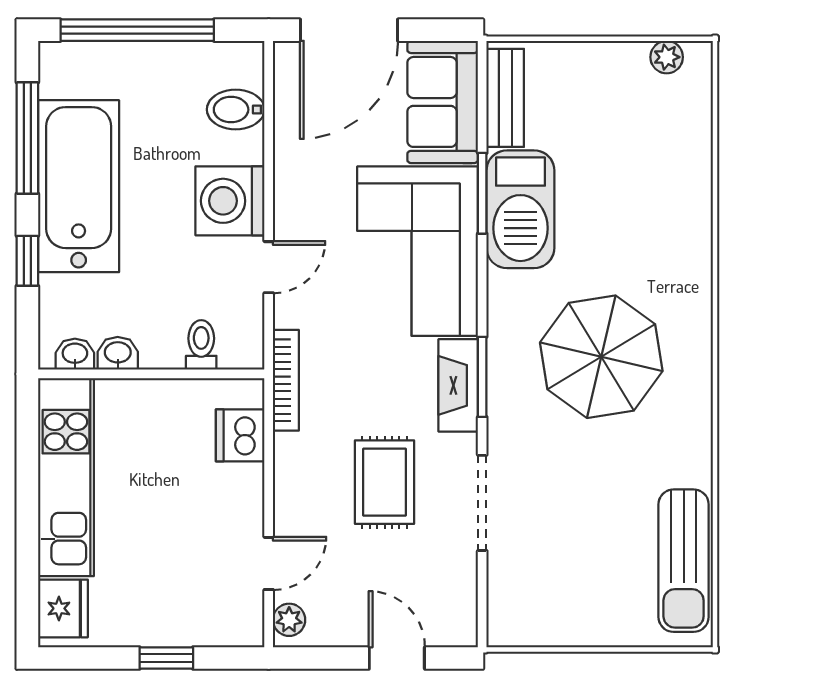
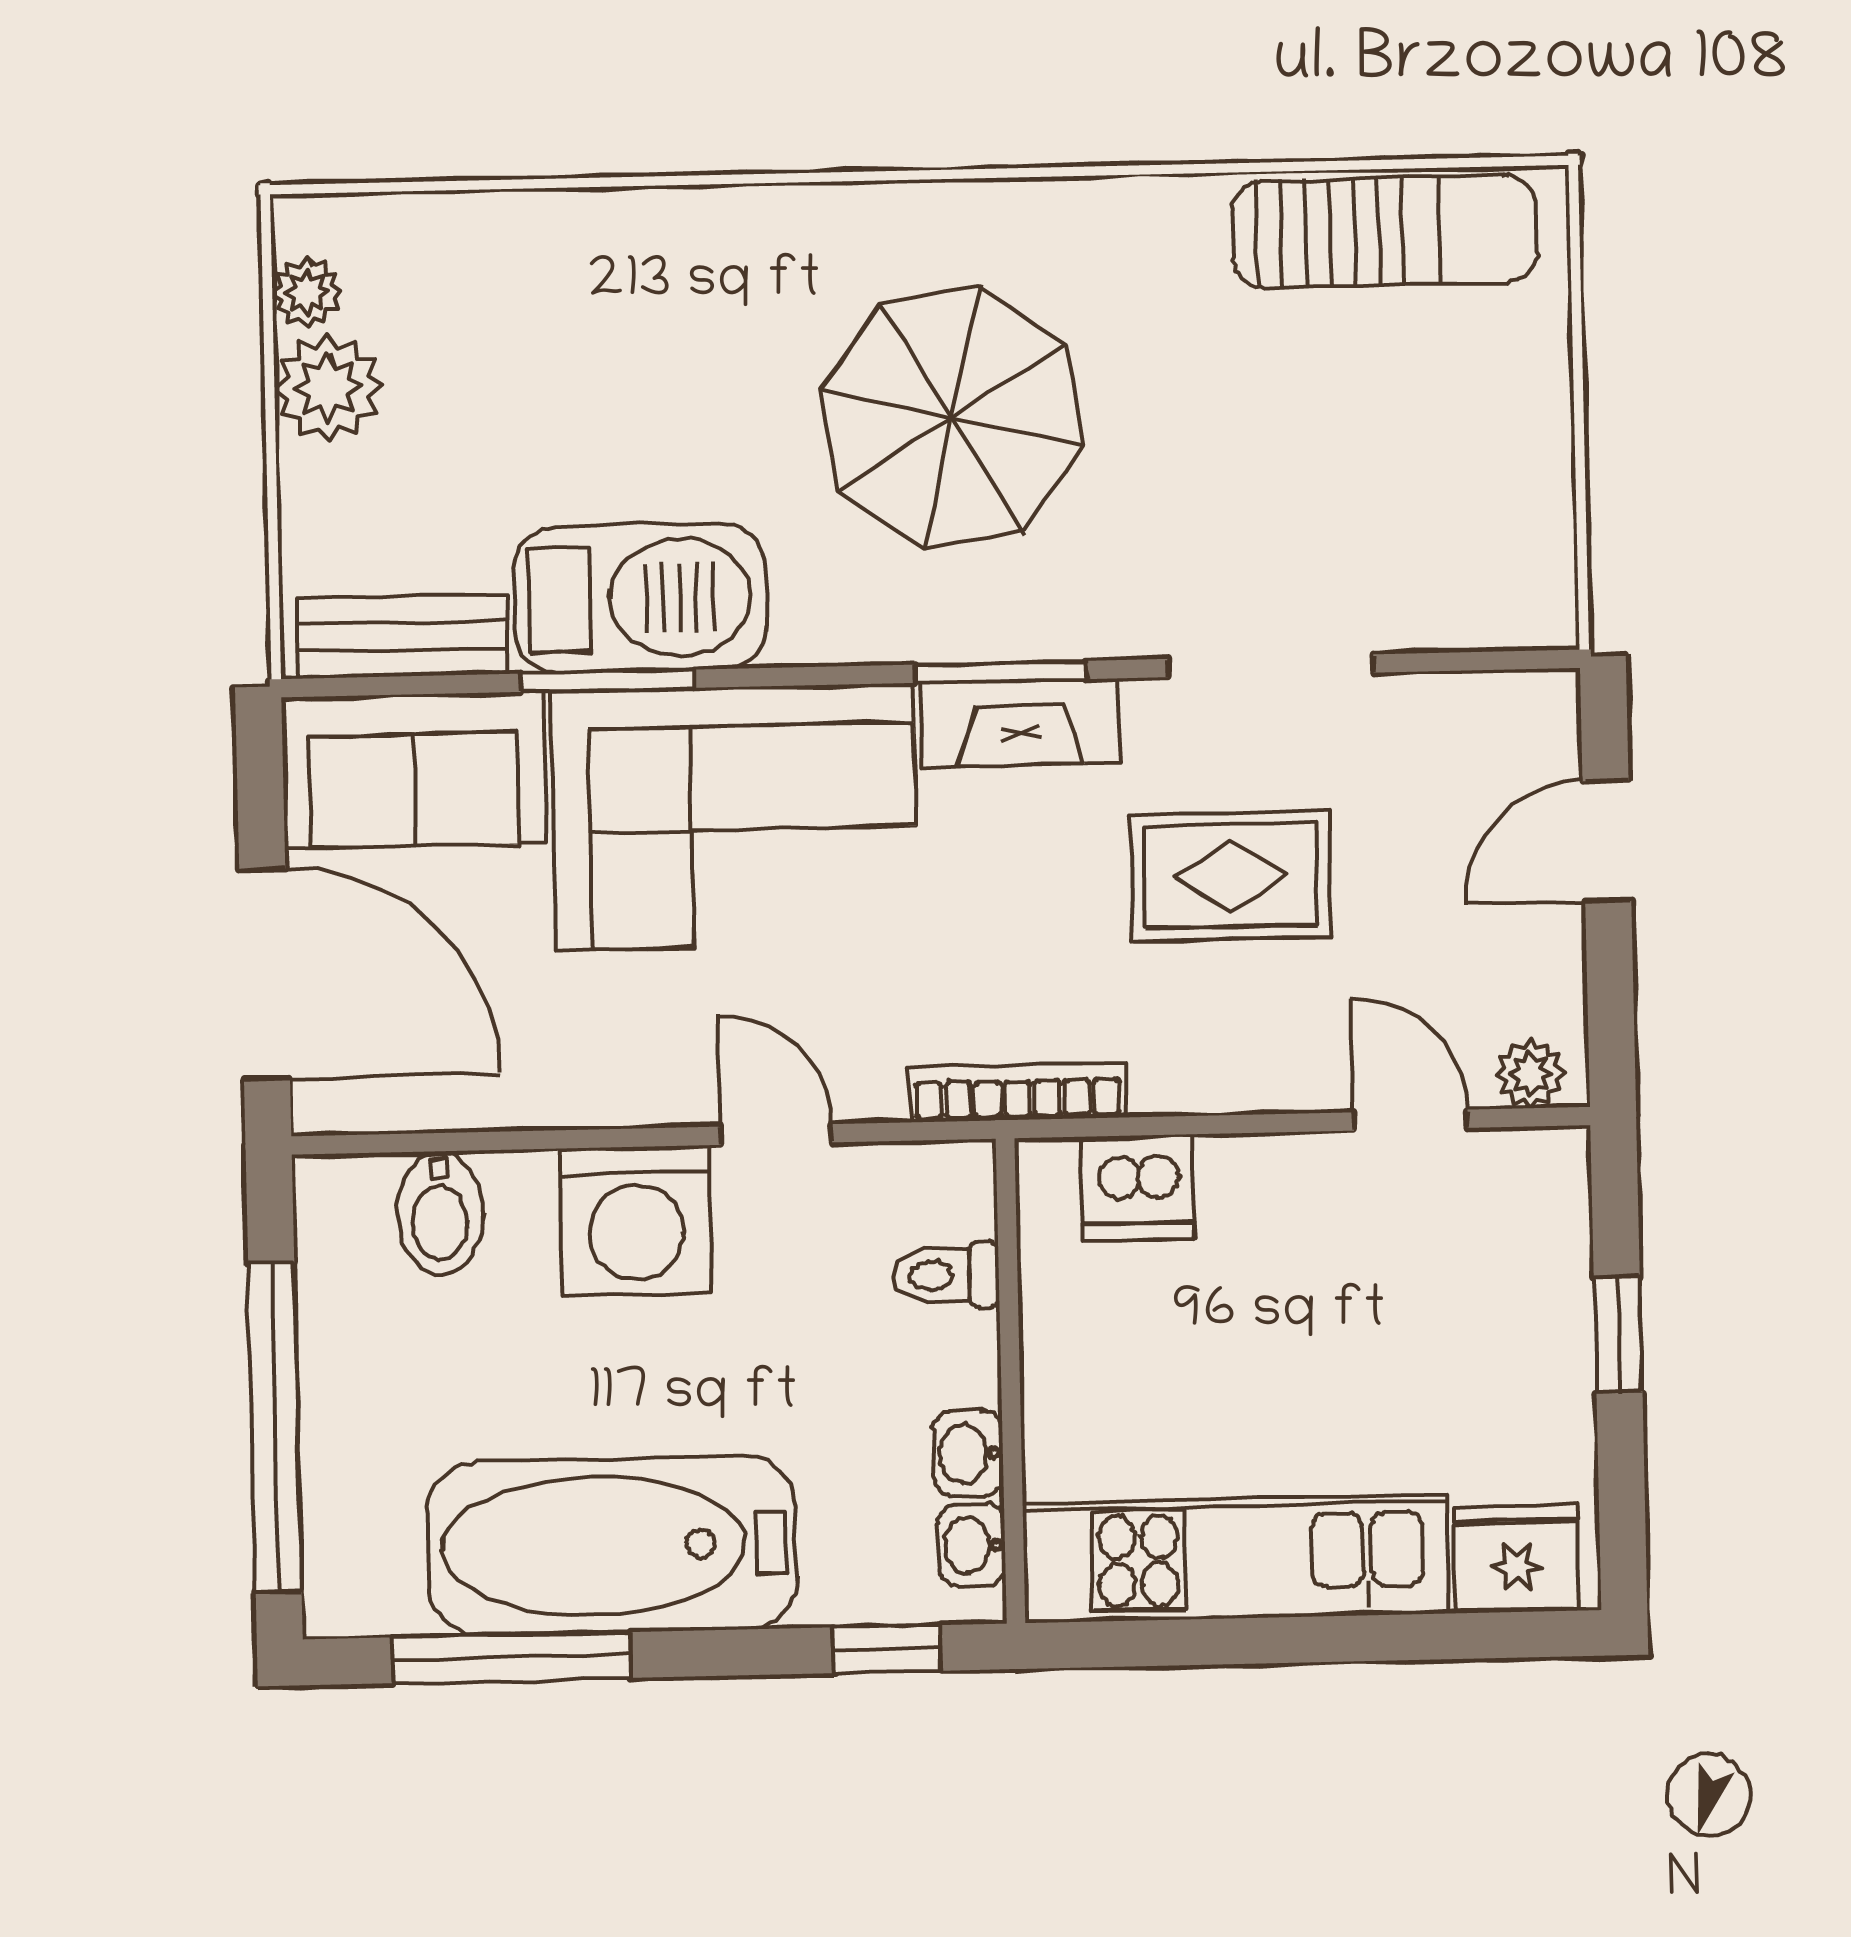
plant: (622, 66) -> (328, 388), added
window: (27, 261) -> (887, 1649), moved

